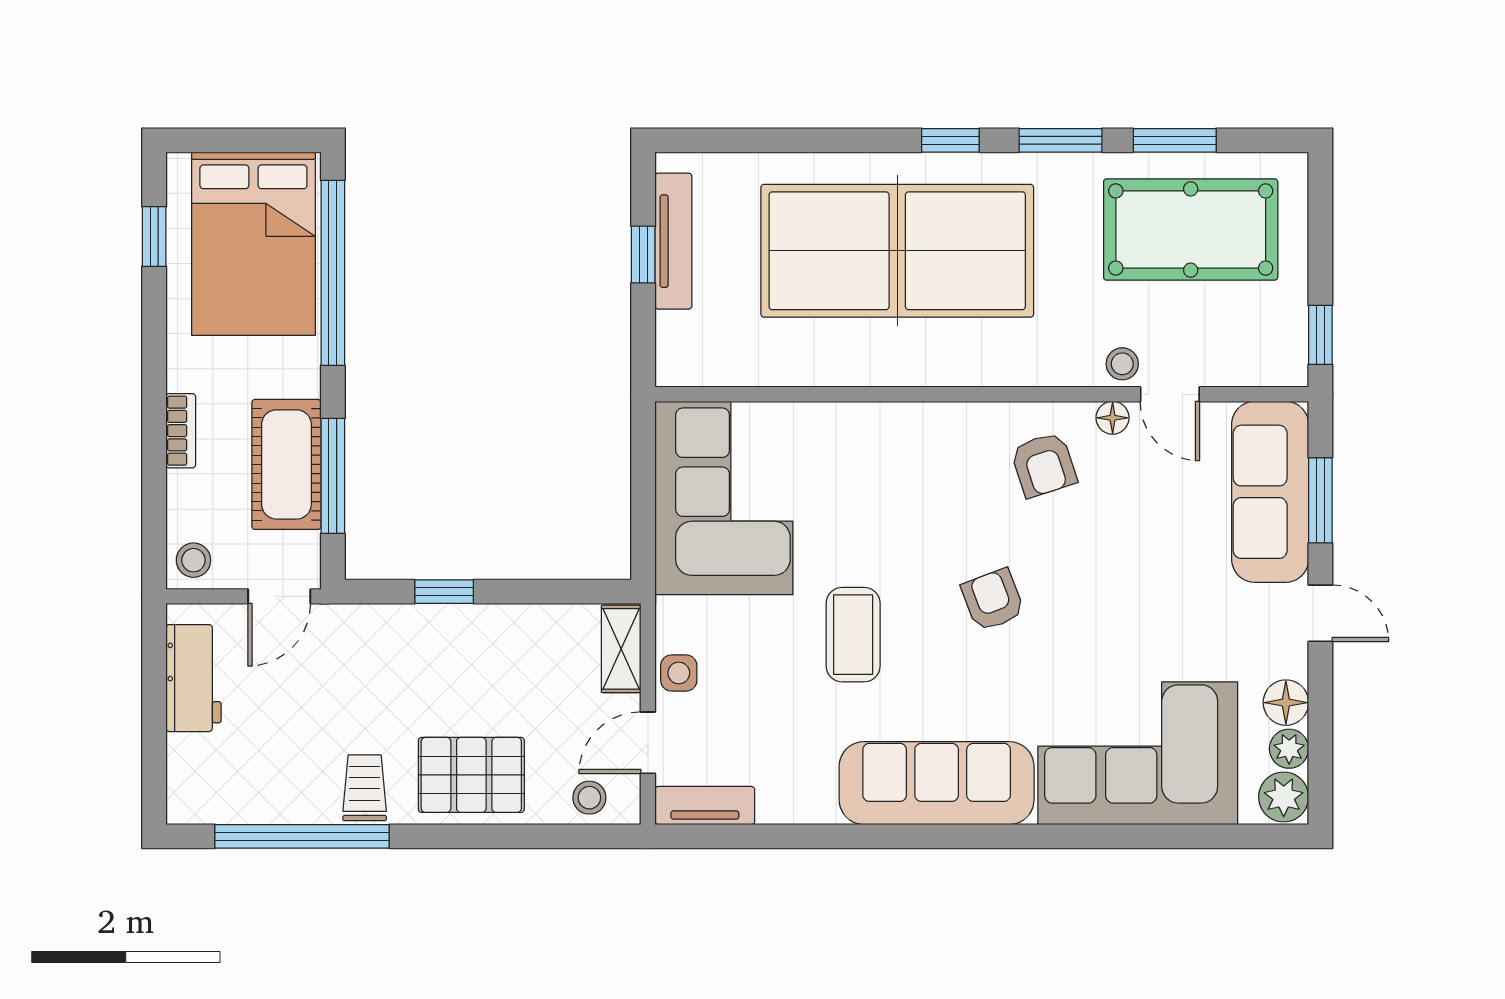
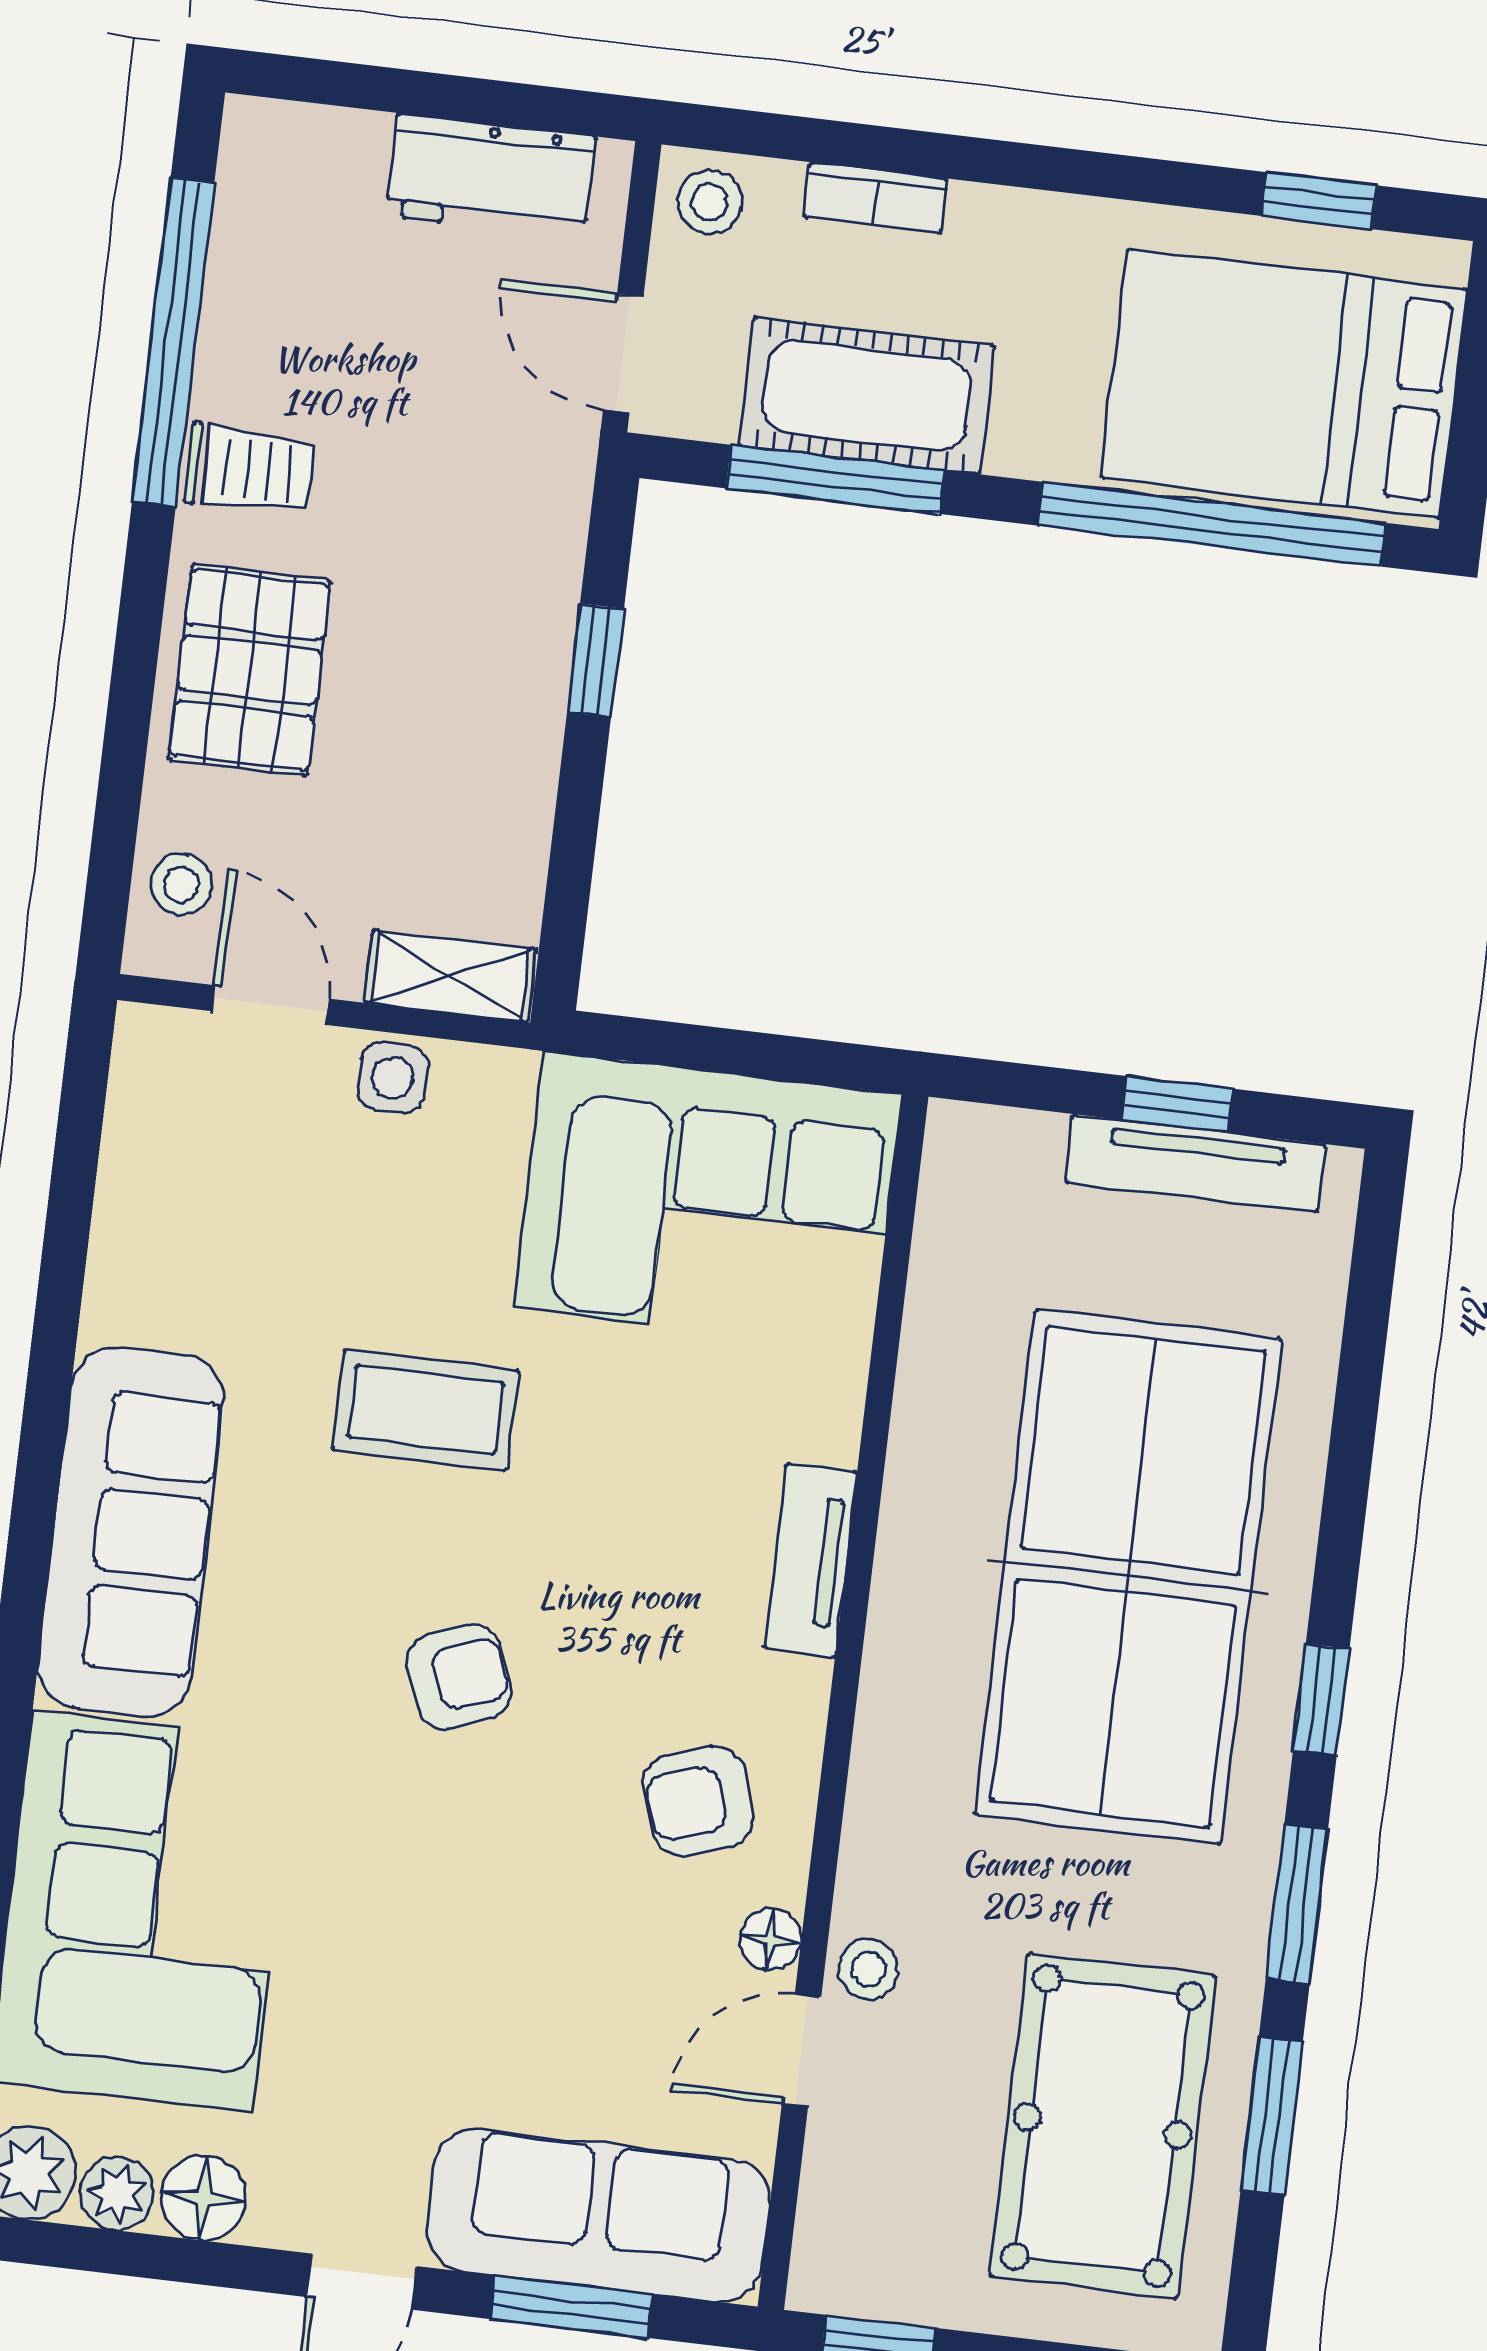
bookcase: (181, 431) -> (876, 198), moved
tv unit: (705, 805) -> (811, 1560), moved, turned 180

